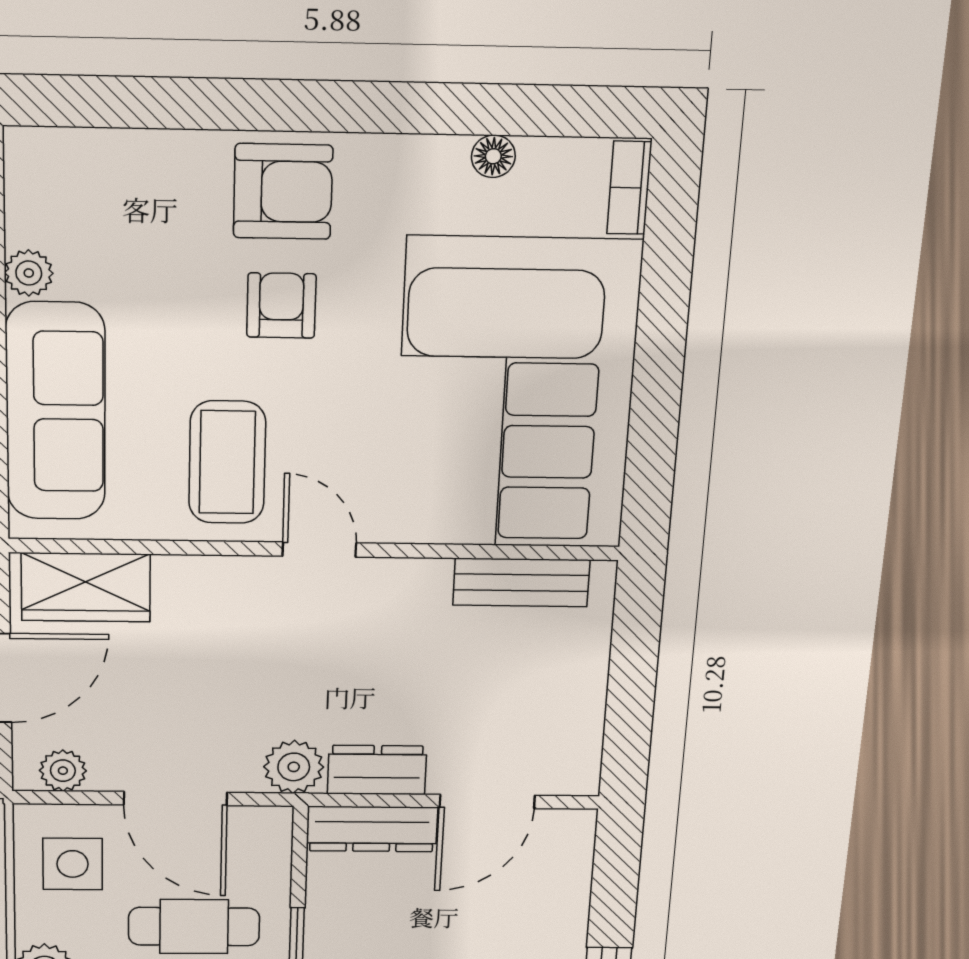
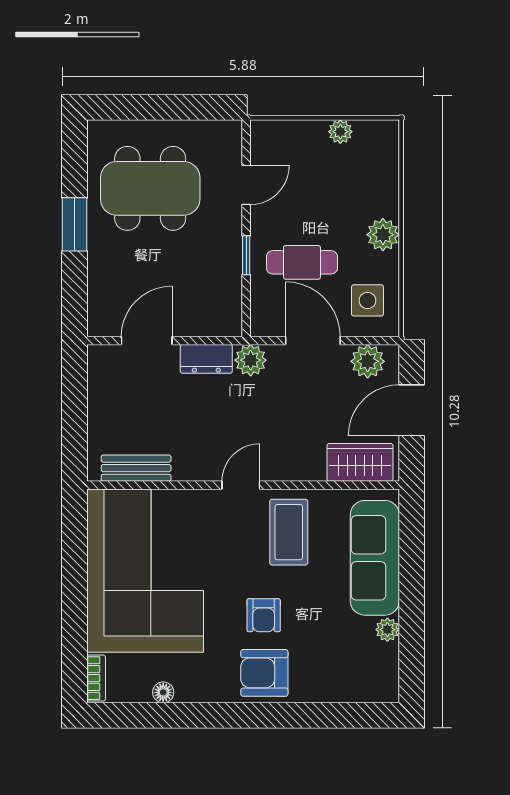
door: (319, 550) -> (241, 485), swing flipped
plant: (63, 771) -> (368, 361), width x1.38, depth x1.38
dresser: (372, 829) -> (208, 323), removed

